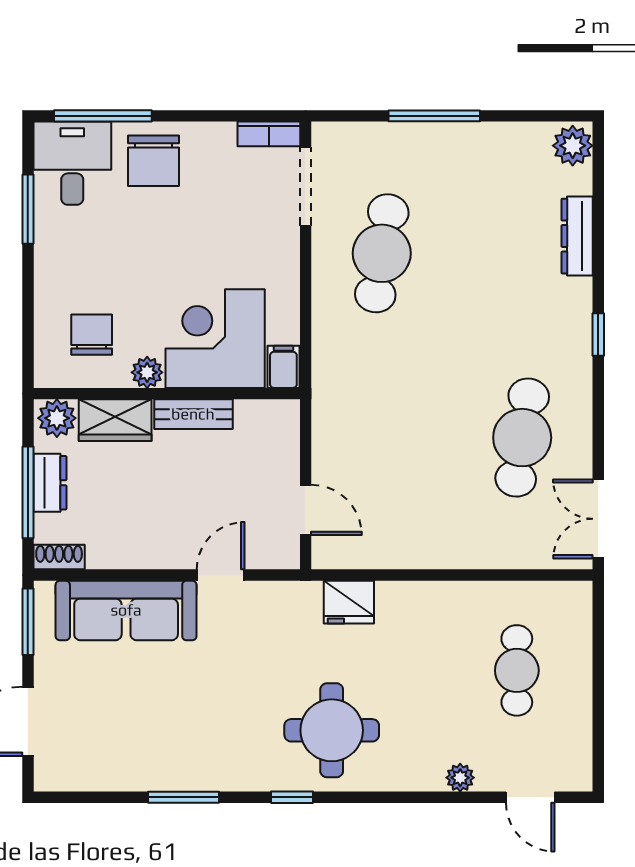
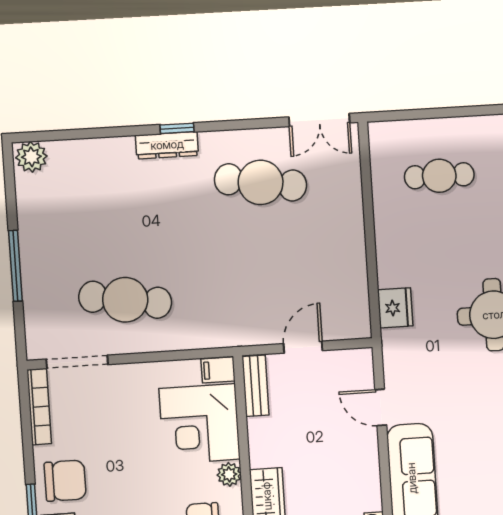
bookcase: (269, 134) -> (39, 407), width x1.56
dresser: (577, 236) -> (167, 145), moved
bench: (193, 414) -> (256, 386), moved
door: (306, 510) -> (303, 347), moved

